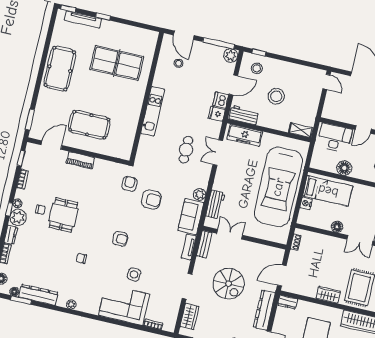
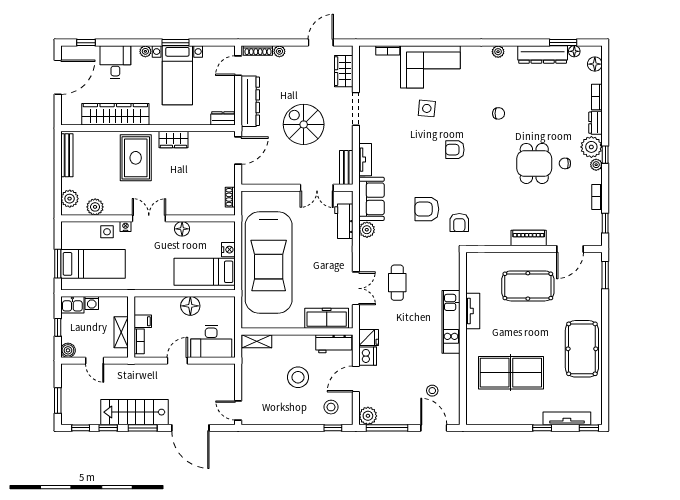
tv unit: (135, 116) -> (473, 311), added
car: (278, 187) -> (269, 262), turned 180

